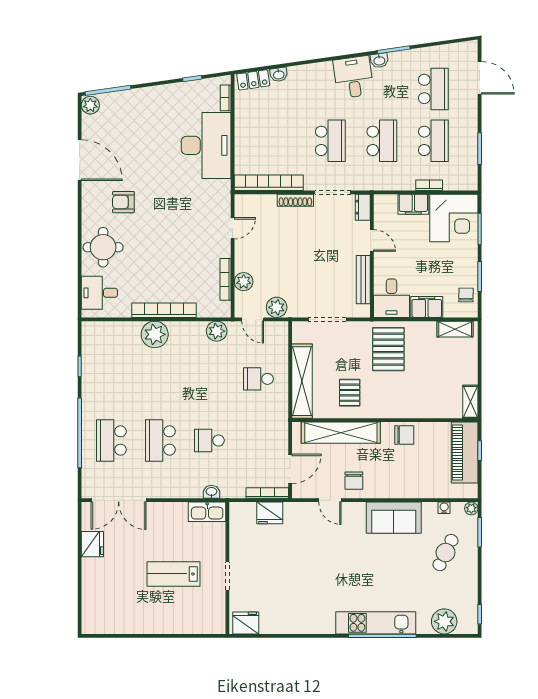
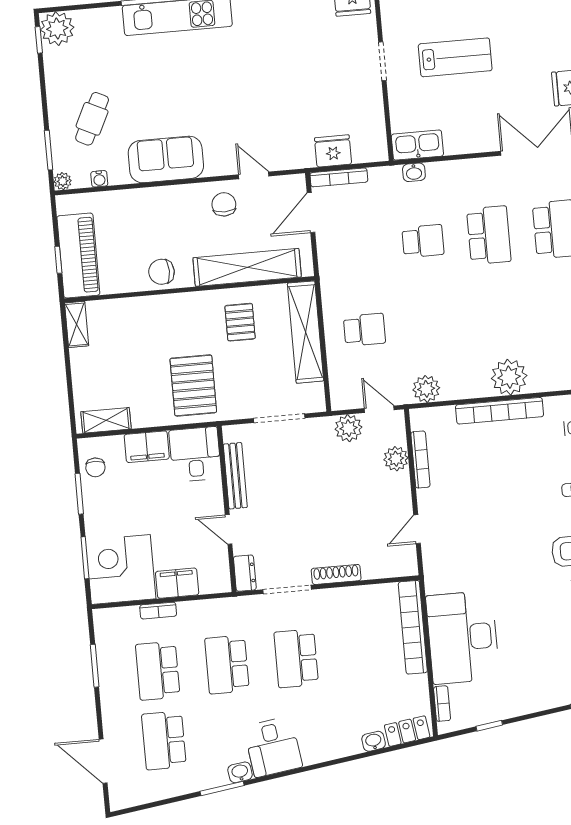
bookcase: (269, 183) -> (413, 627), moved, turned 90
plant: (444, 621) -> (57, 29), moved

